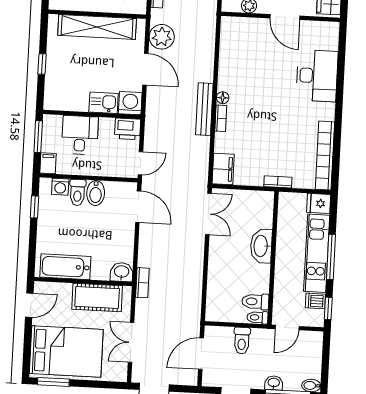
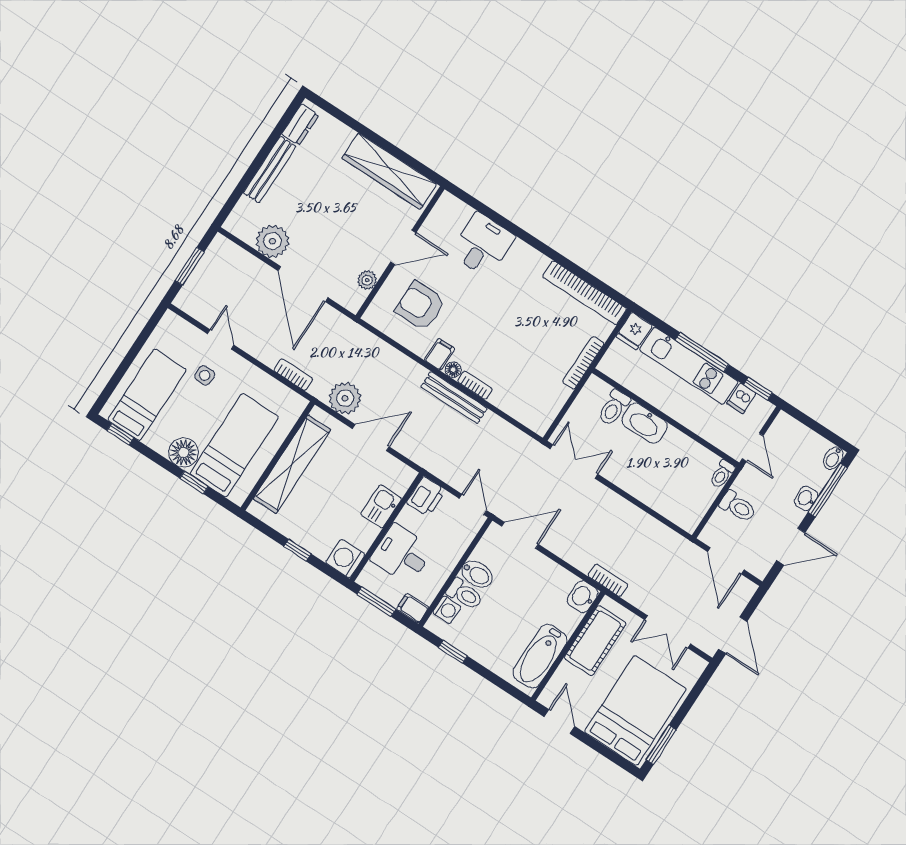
armchair: (252, 51) -> (420, 306), added
desk: (317, 76) -> (483, 245), width x0.73
washing machine: (130, 103) -> (345, 559), moved
filing cabinet: (223, 169) -> (440, 354), moved, width x0.50
bookcase: (278, 182) -> (583, 363), width x1.56
toilet: (255, 302) -> (614, 408), moved

